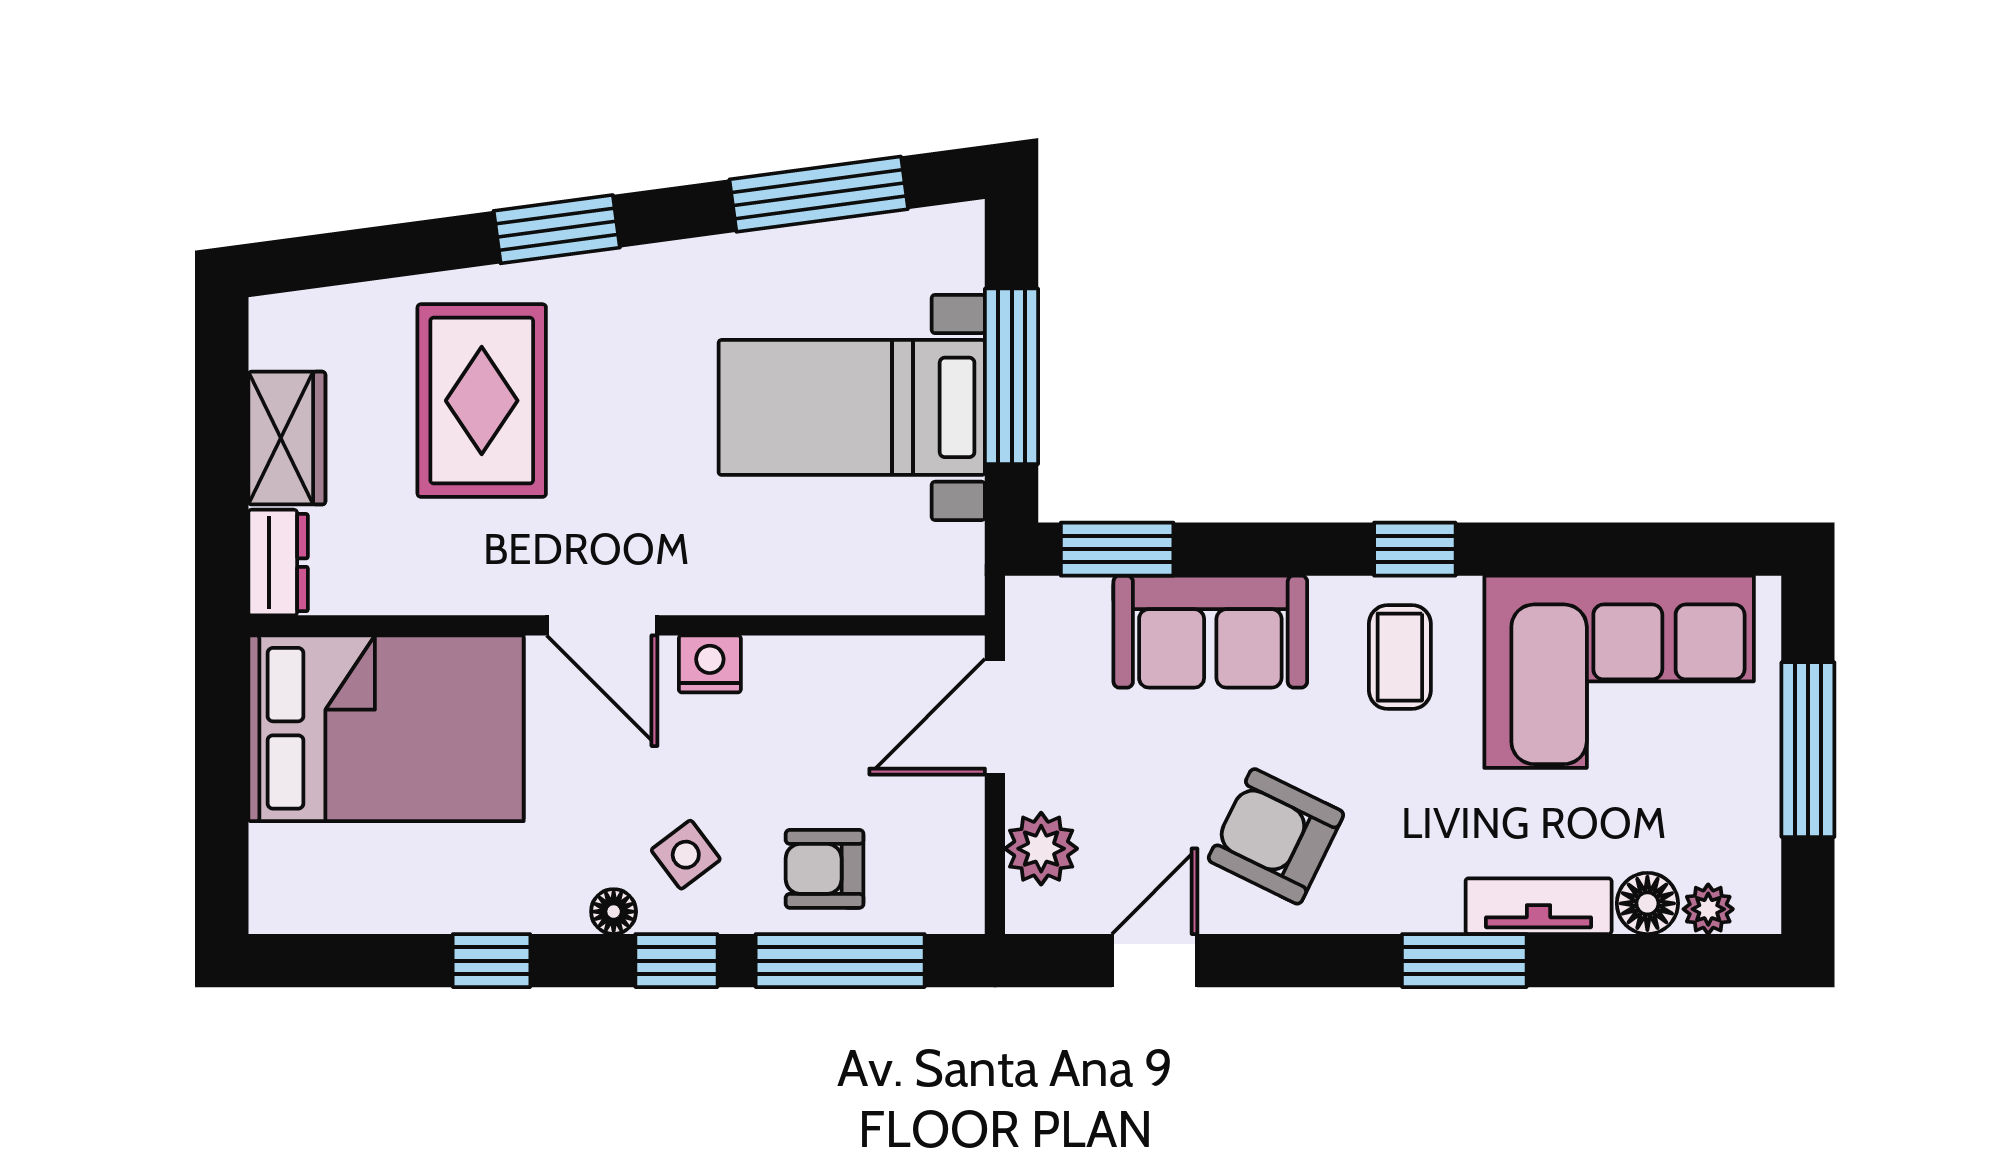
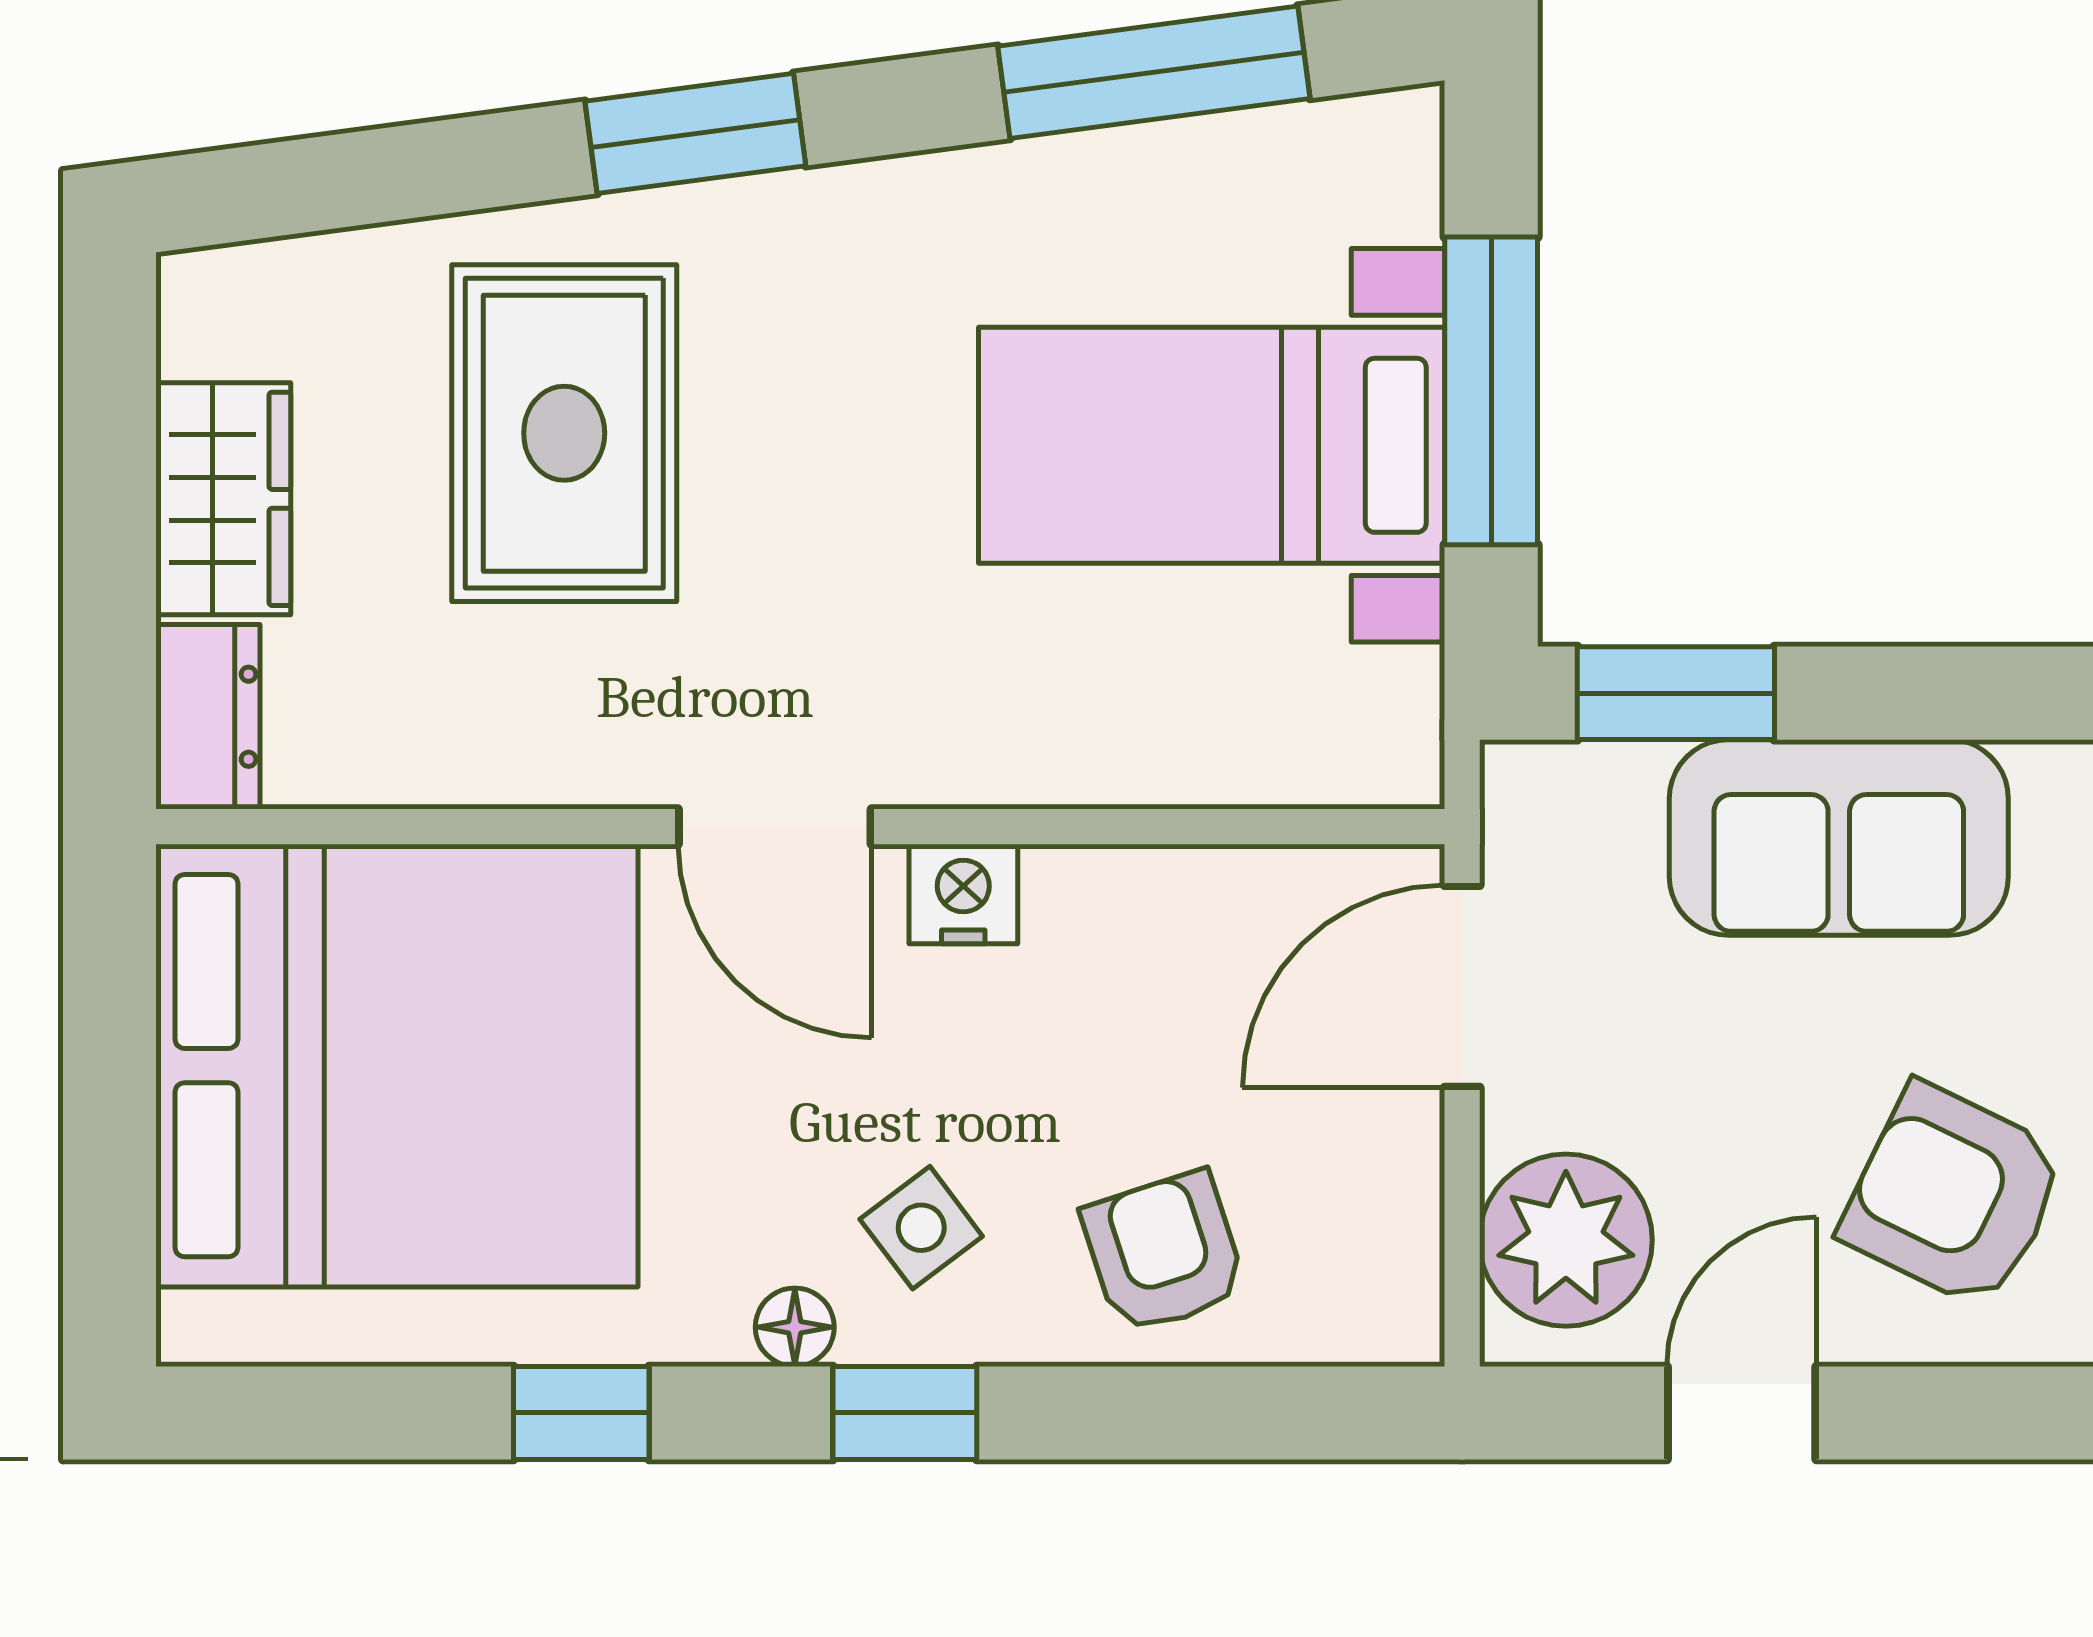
bed: (386, 728) -> (397, 1066), width x1.36
plant: (1041, 849) -> (1566, 1240), width x1.36, depth x1.36
armchair: (825, 869) -> (1164, 1253), turned 72
window: (840, 961) -> (1191, 1413), removed

